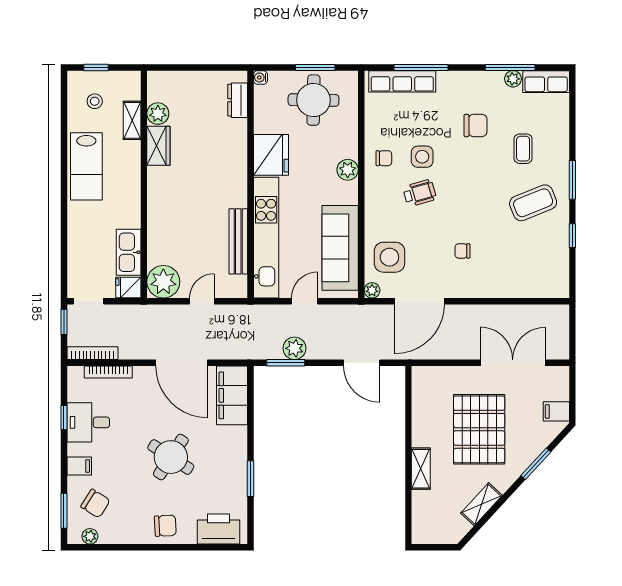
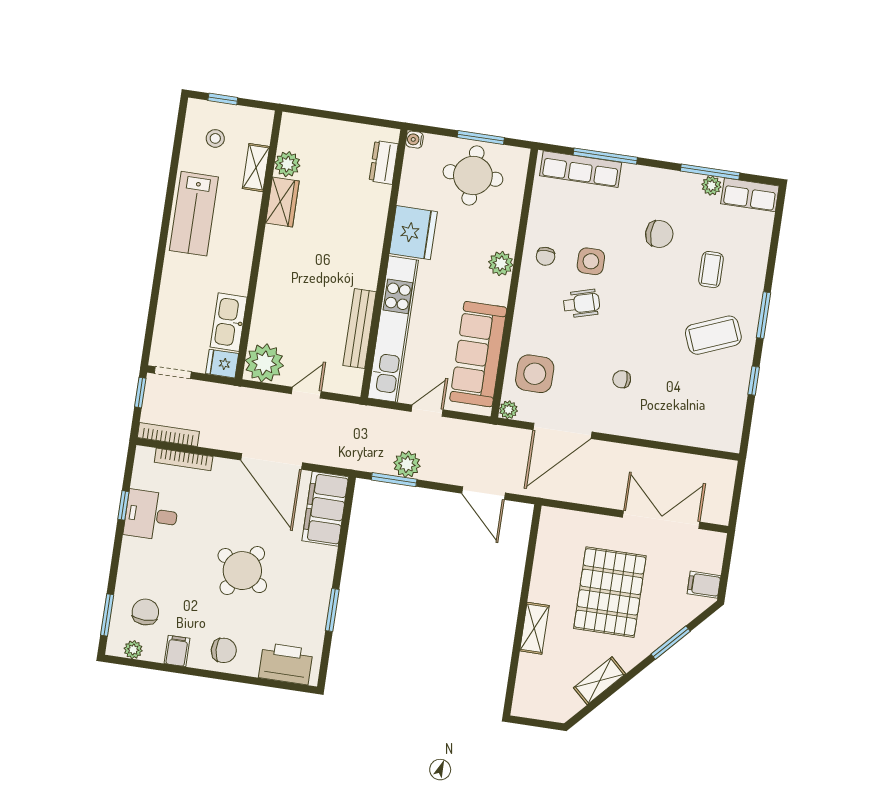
chair: (384, 158) -> (546, 256), turned 89
filing cabinet: (79, 466) -> (177, 651), moved, turned -90
chair: (95, 504) -> (145, 612), turned -122

